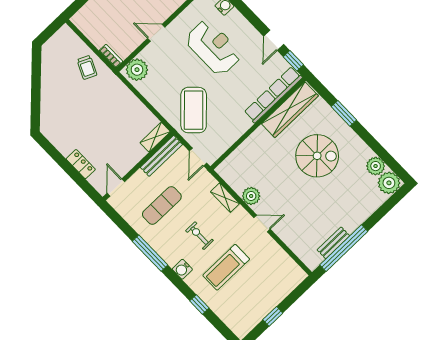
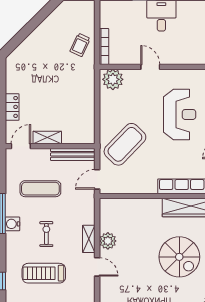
bookcase: (111, 56) -> (104, 46), width x1.56
shelving: (155, 137) -> (47, 138), moved
shelving: (225, 198) -> (89, 239), moved
water cooler: (182, 269) -> (12, 224), moved

